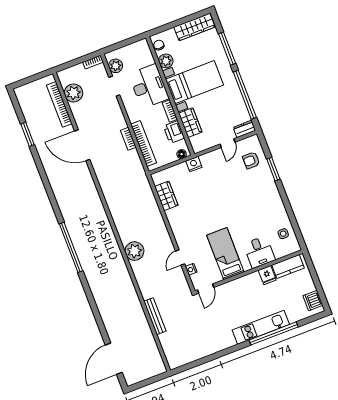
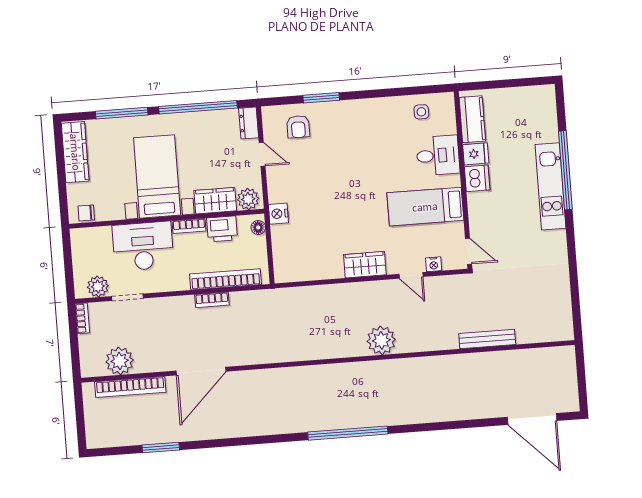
plant: (166, 61) -> (248, 199), moved
wardrobe: (166, 196) -> (365, 265), moved
dishwasher: (313, 301) -> (477, 178), moved, turned -90

